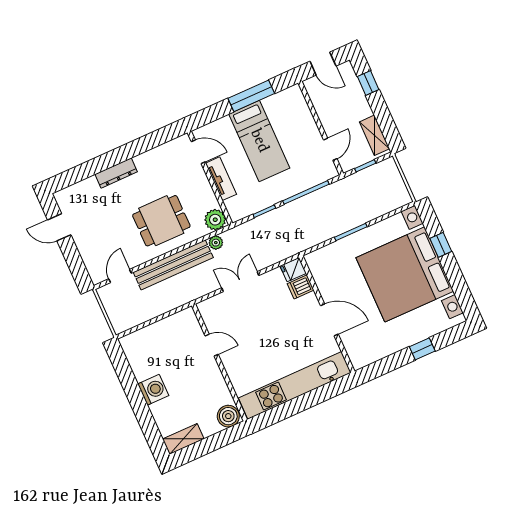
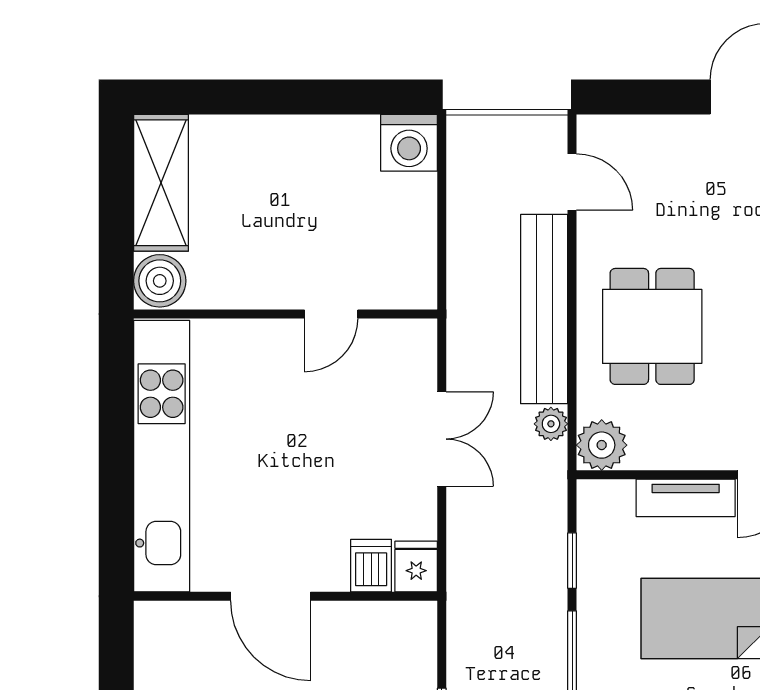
door: (329, 320) -> (271, 596), hinge flipped
washing machine: (153, 390) -> (409, 143), moved
shelving: (183, 439) -> (161, 183), width x1.50, depth x1.33

